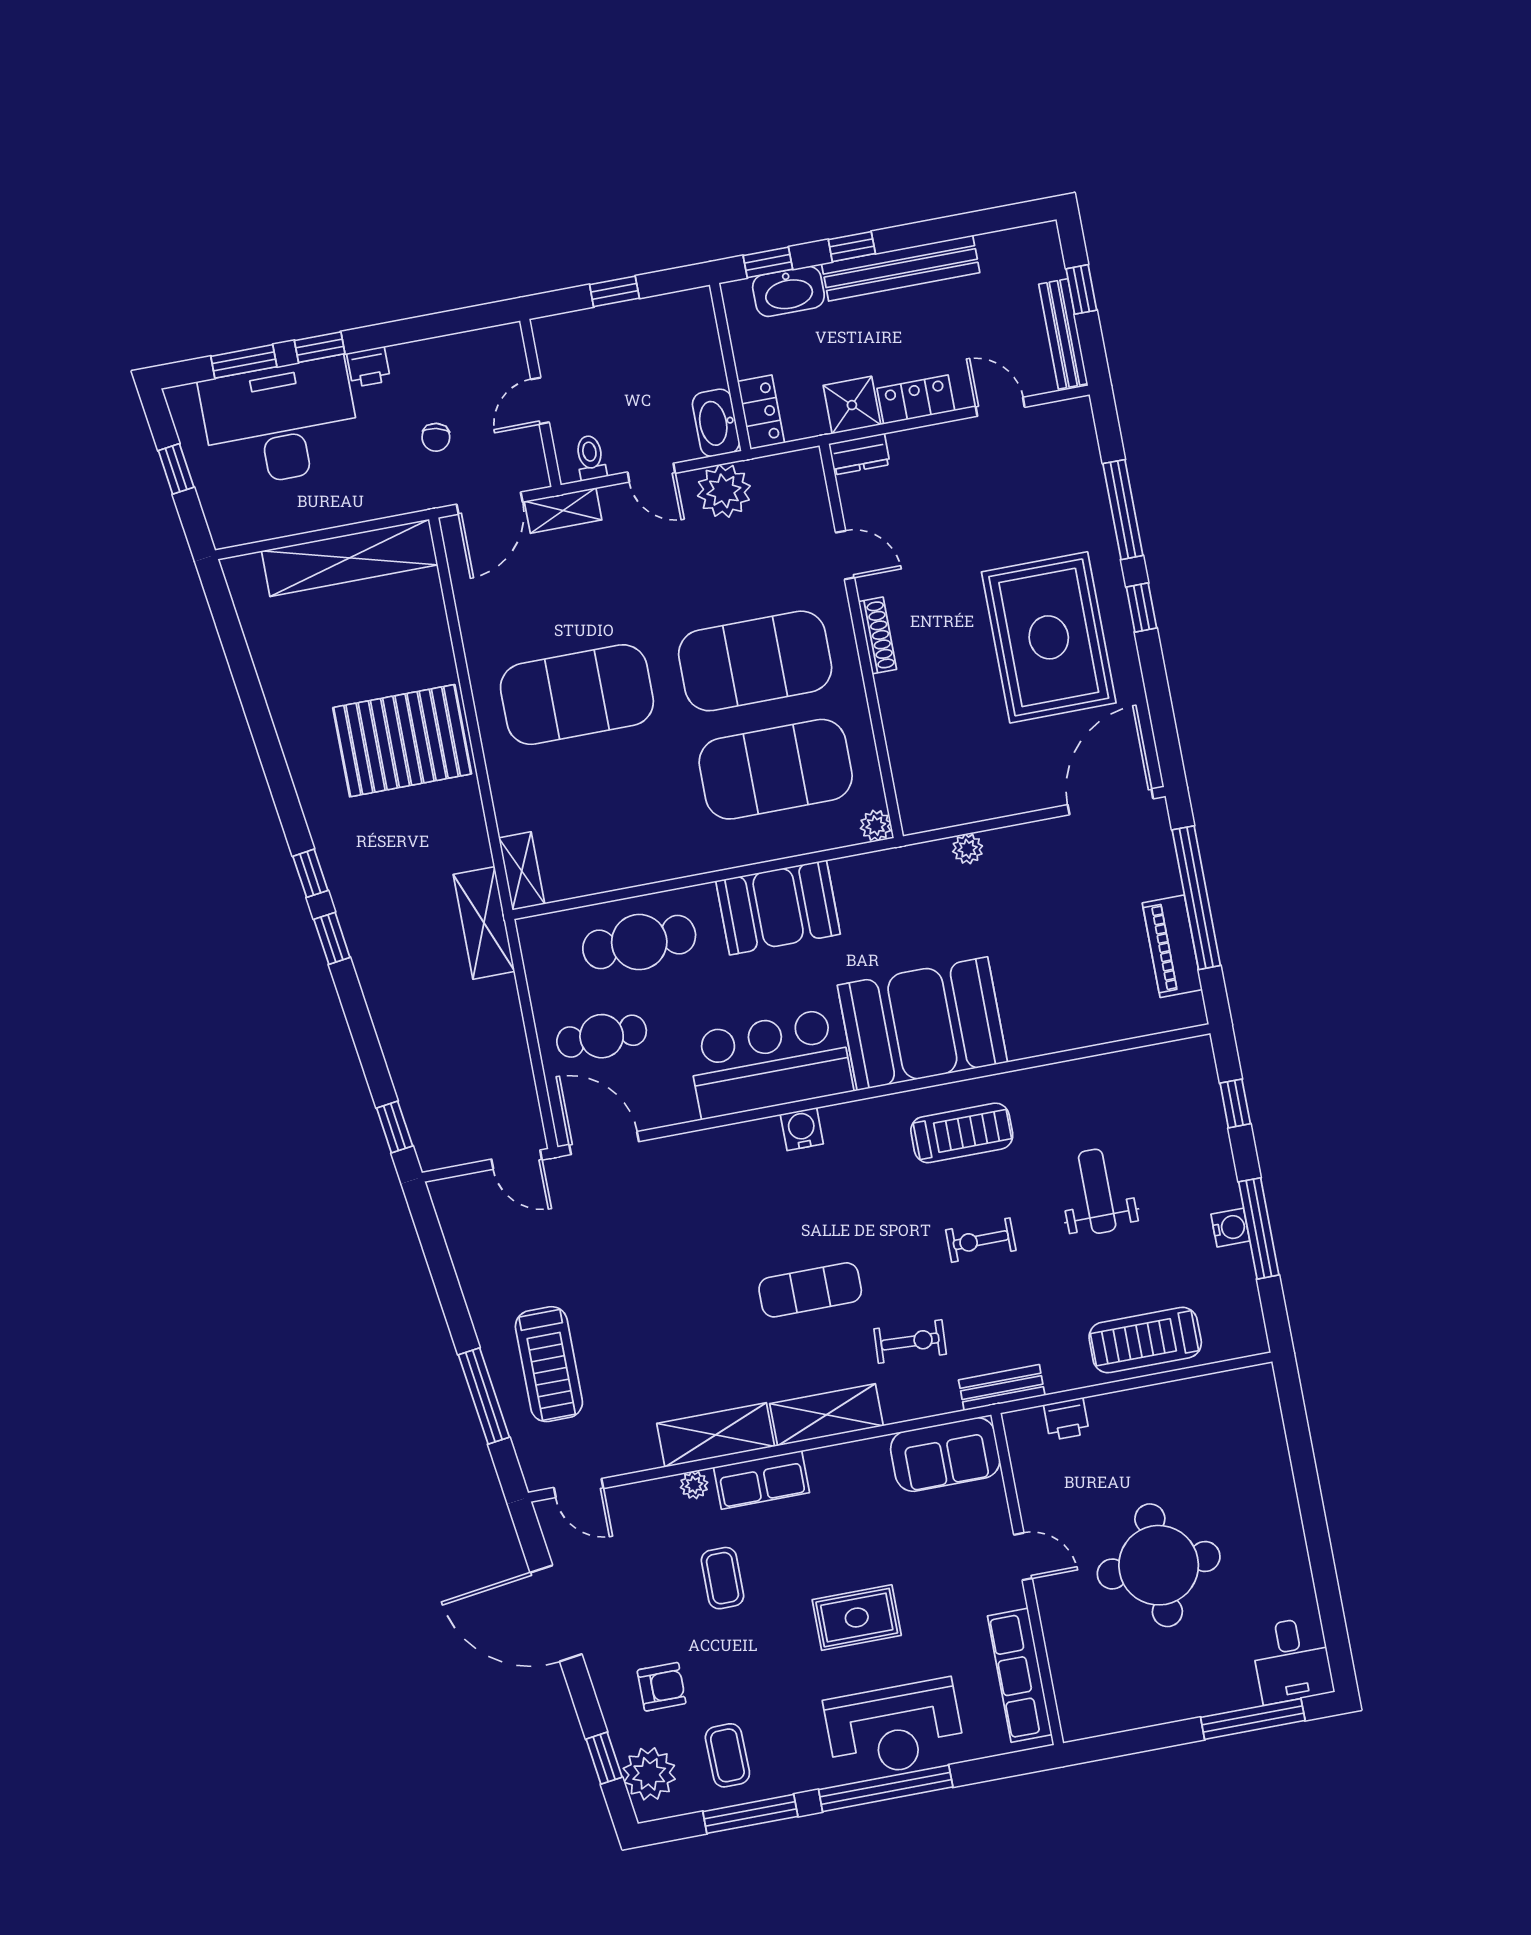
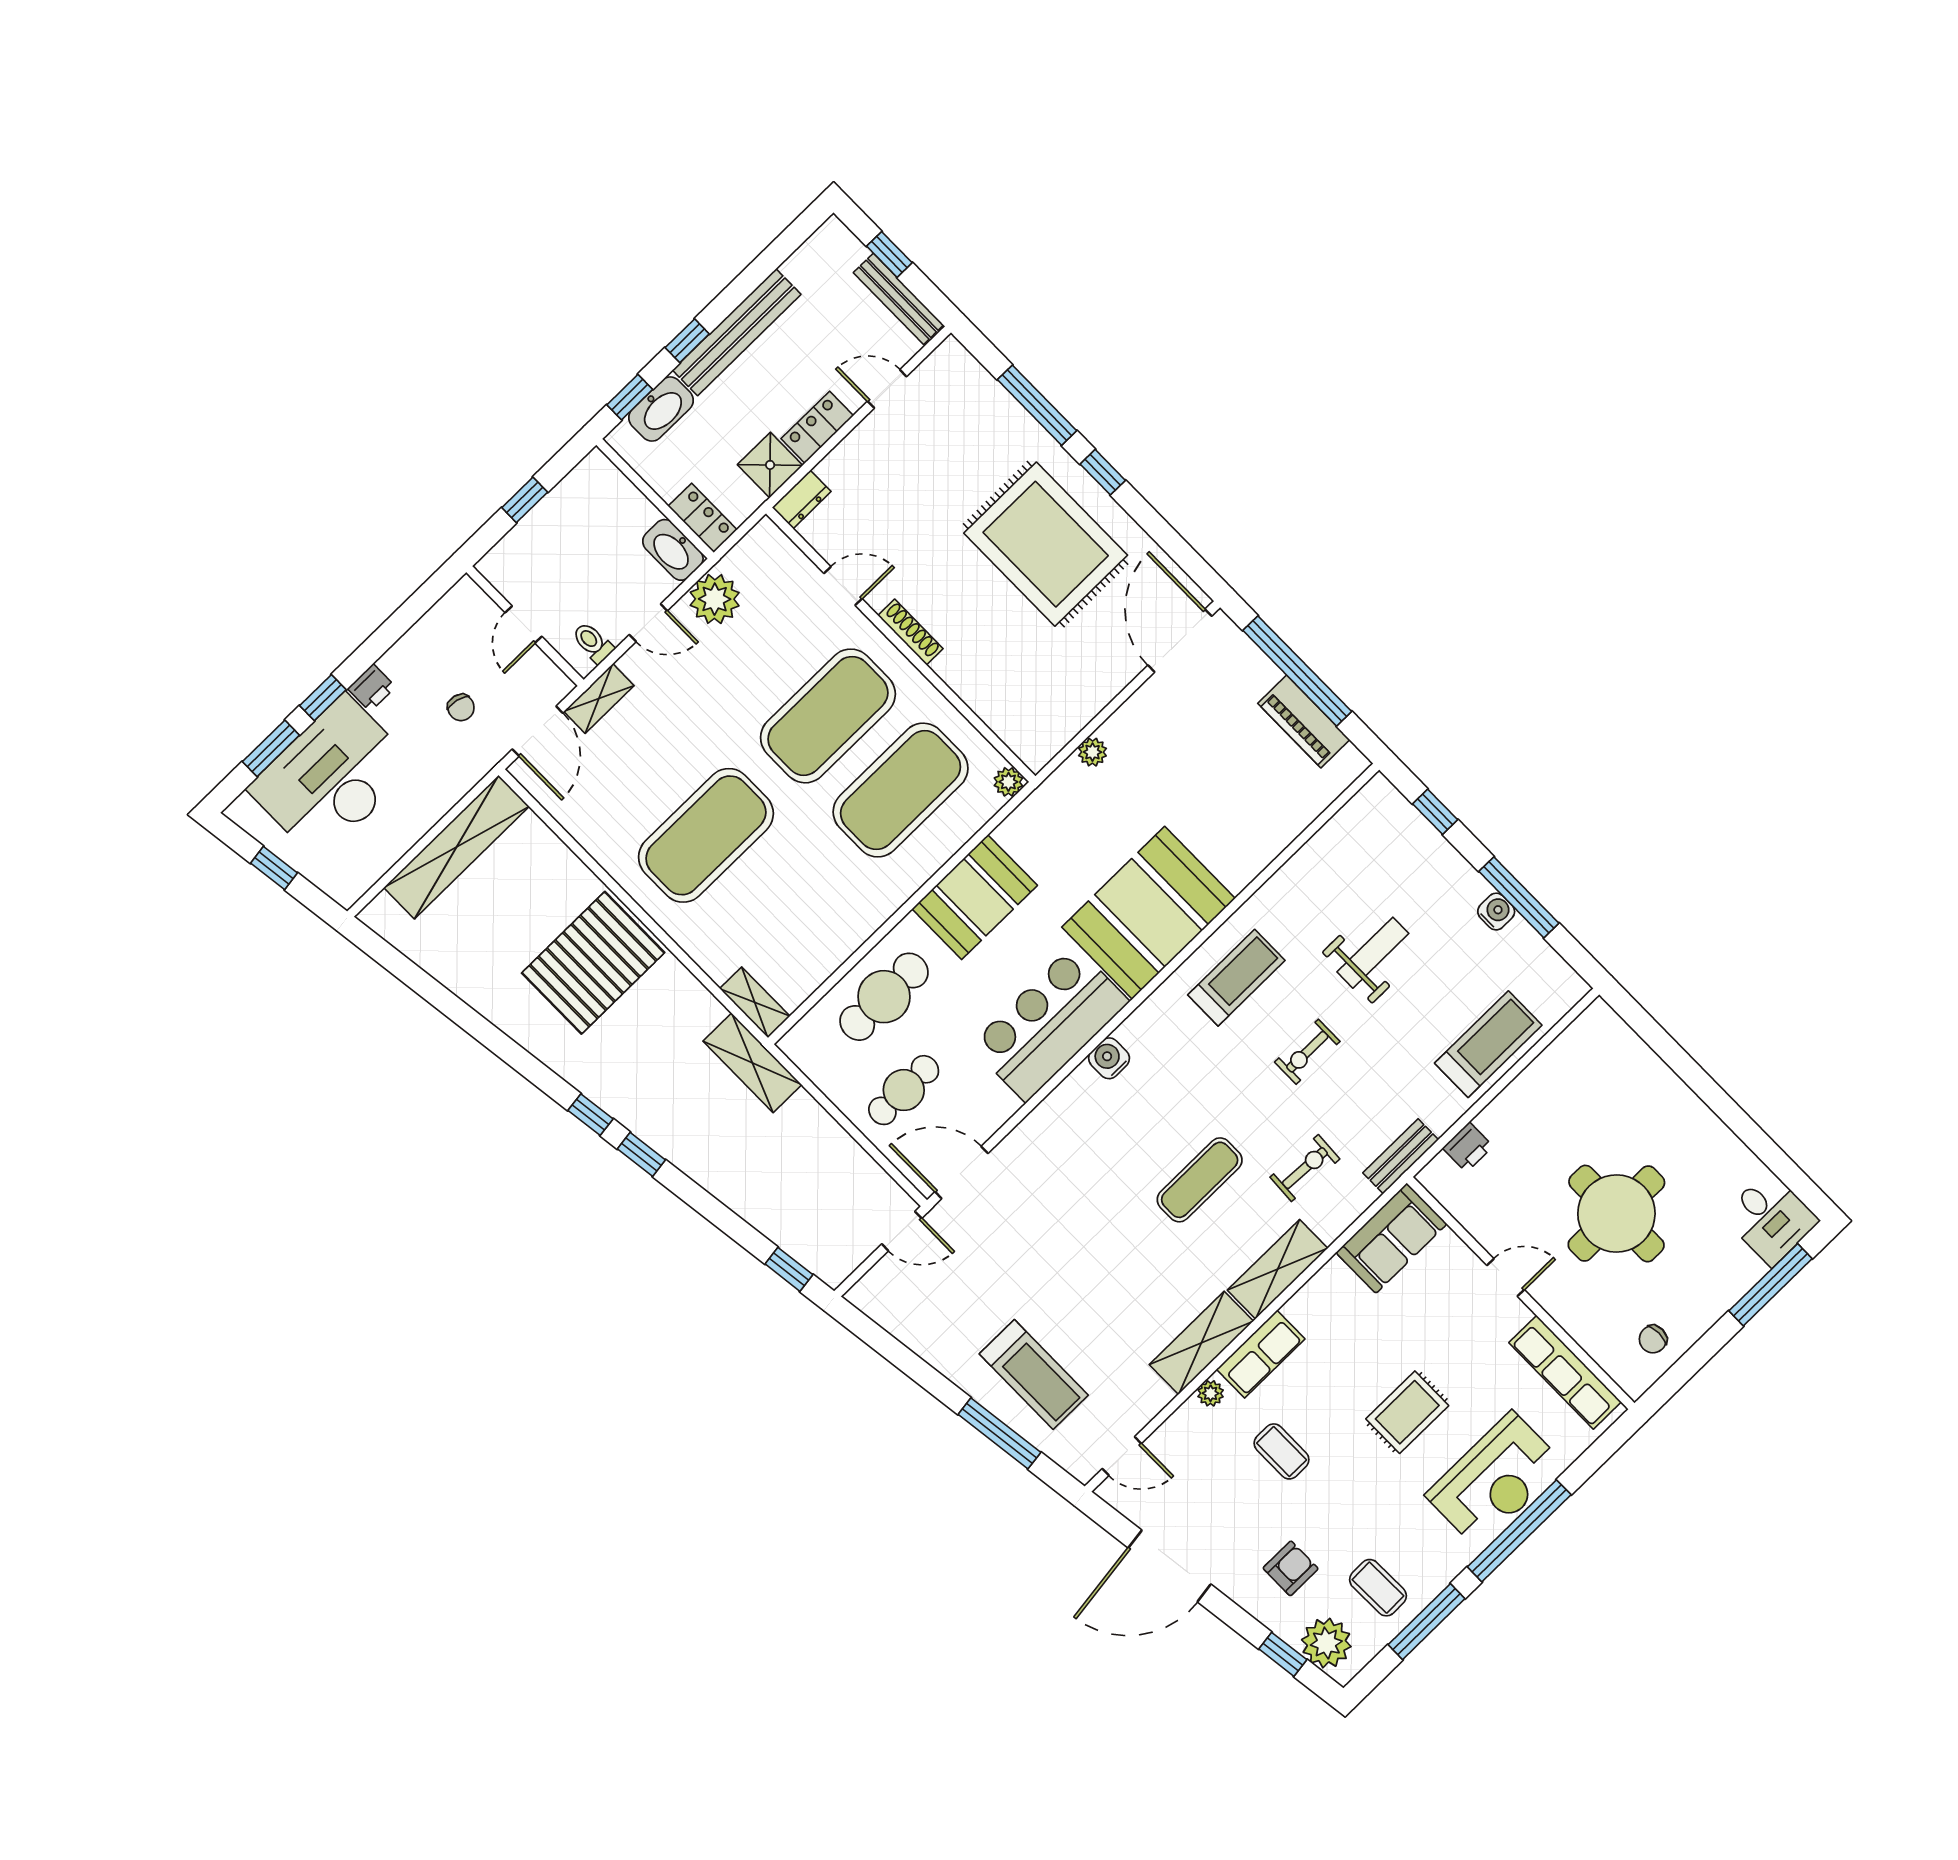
weight bench: (1097, 1191) -> (1373, 953), turned 90
treadmill: (1145, 1340) -> (1488, 1044), turned 180
chair: (1117, 1698) -> (1653, 1339), added

